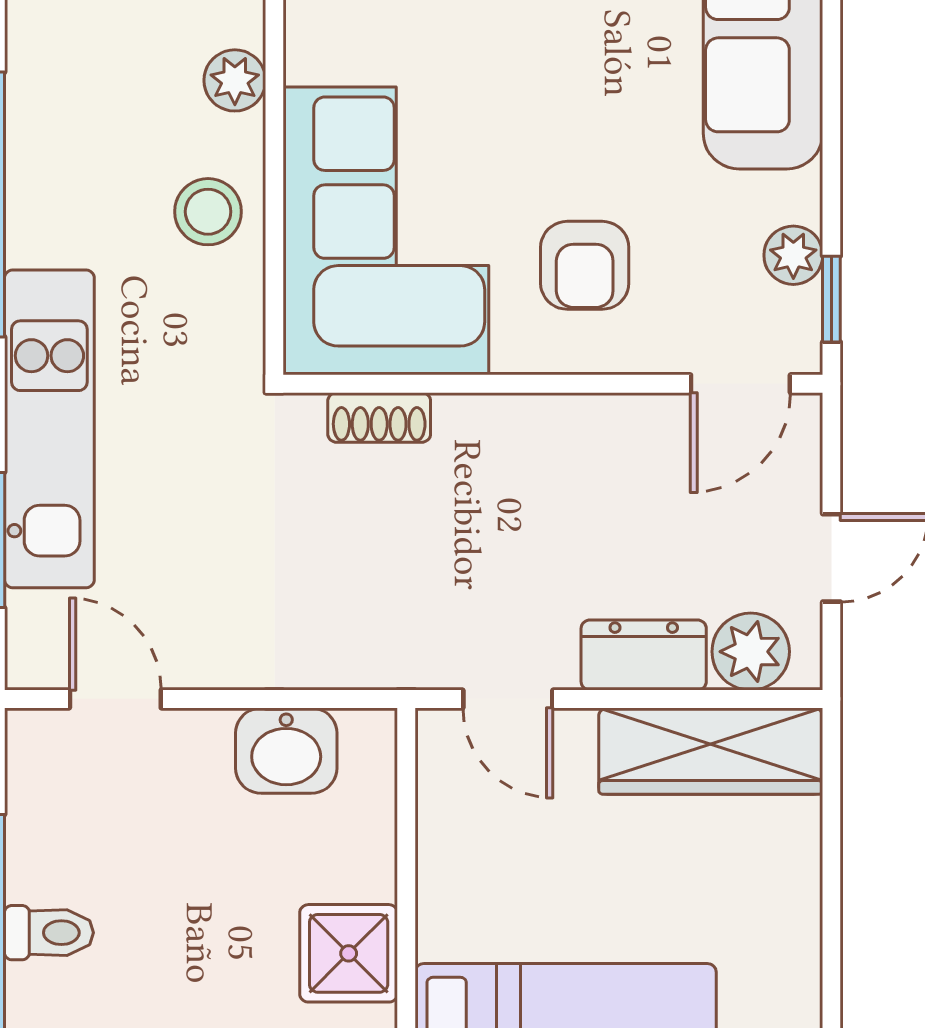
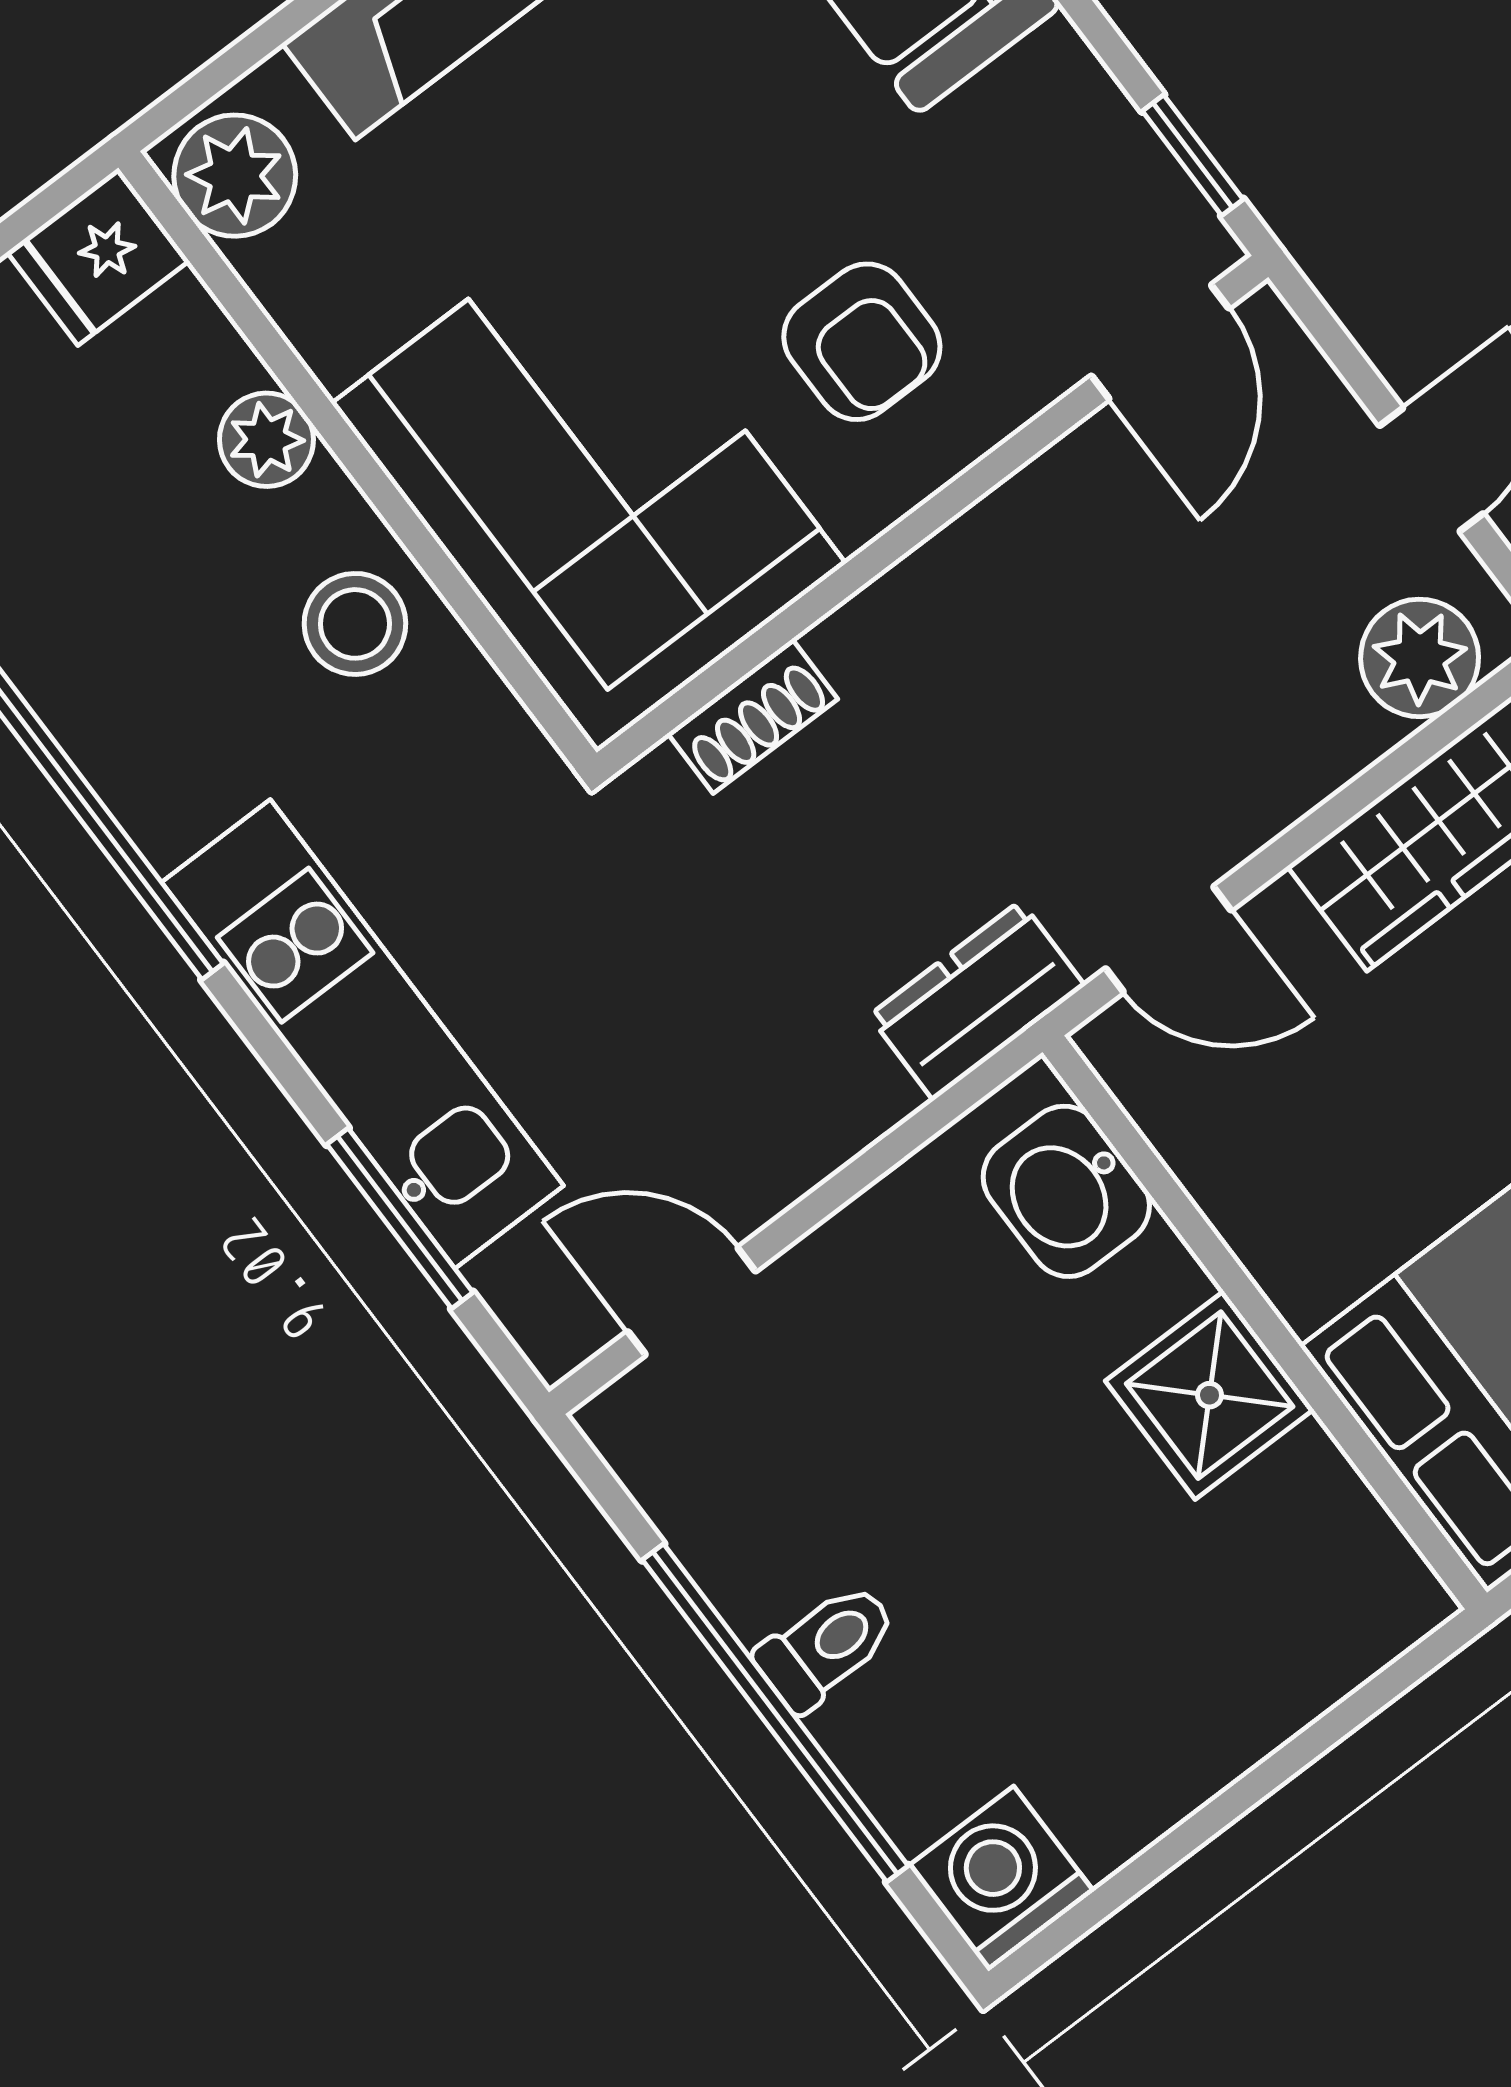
plant: (793, 255) -> (1106, 137), removed
dresser: (644, 655) -> (977, 1001), moved
washbasin: (286, 751) -> (1066, 1191), moved, turned 90

